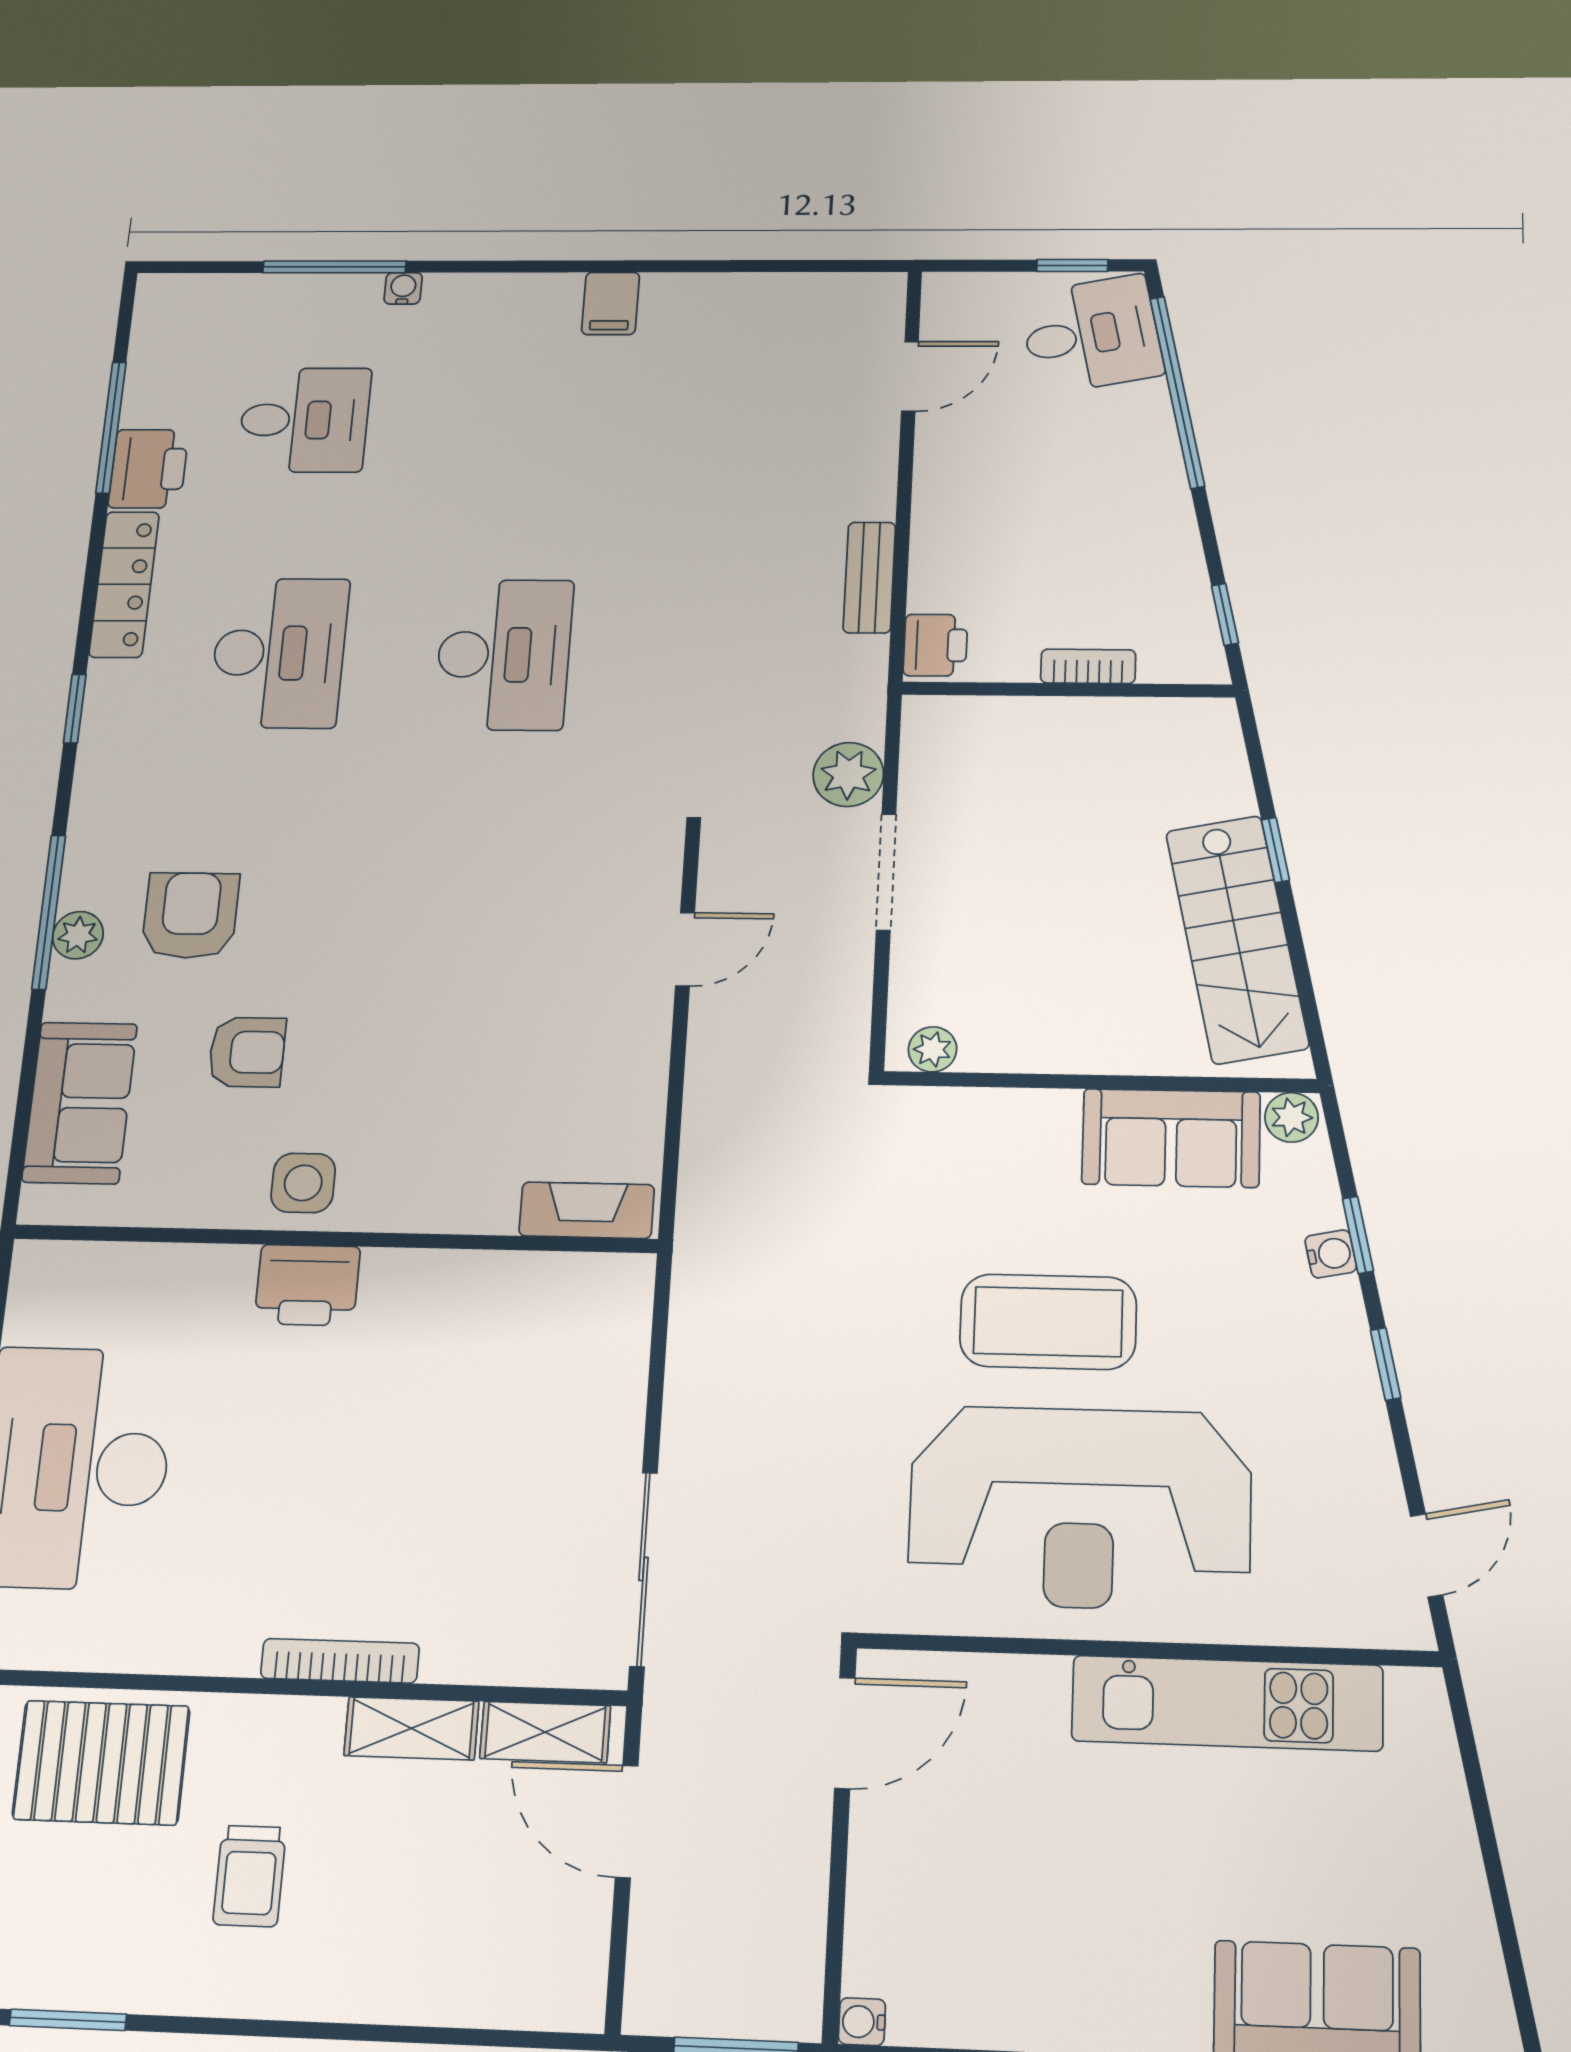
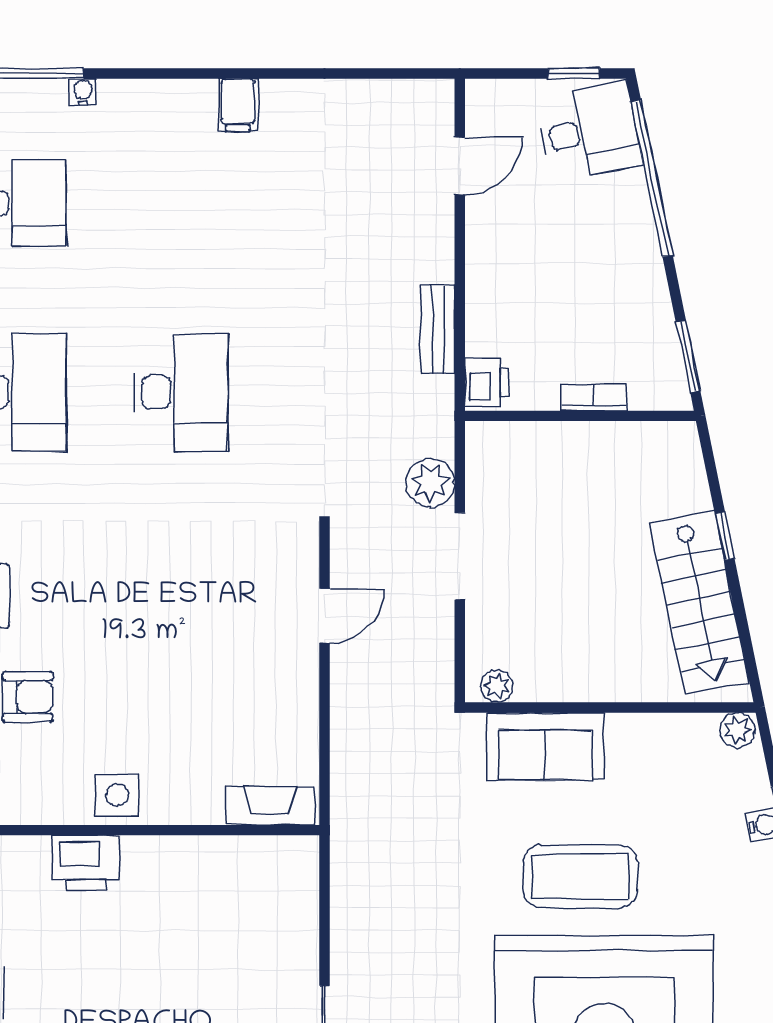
window: (1225, 614) -> (688, 356), width x1.50
sofa: (1171, 1138) -> (545, 746), moved
side table: (303, 1183) -> (117, 795), moved

